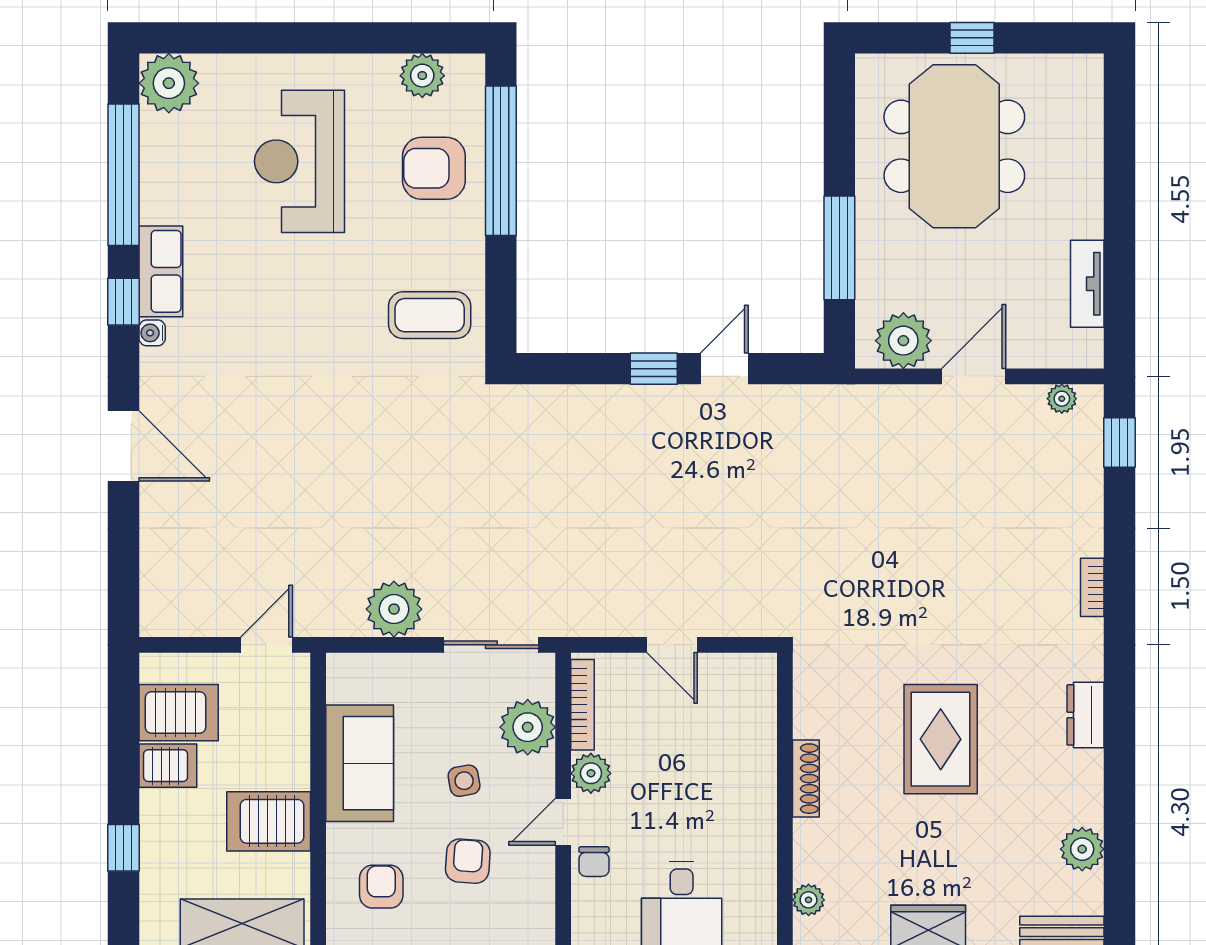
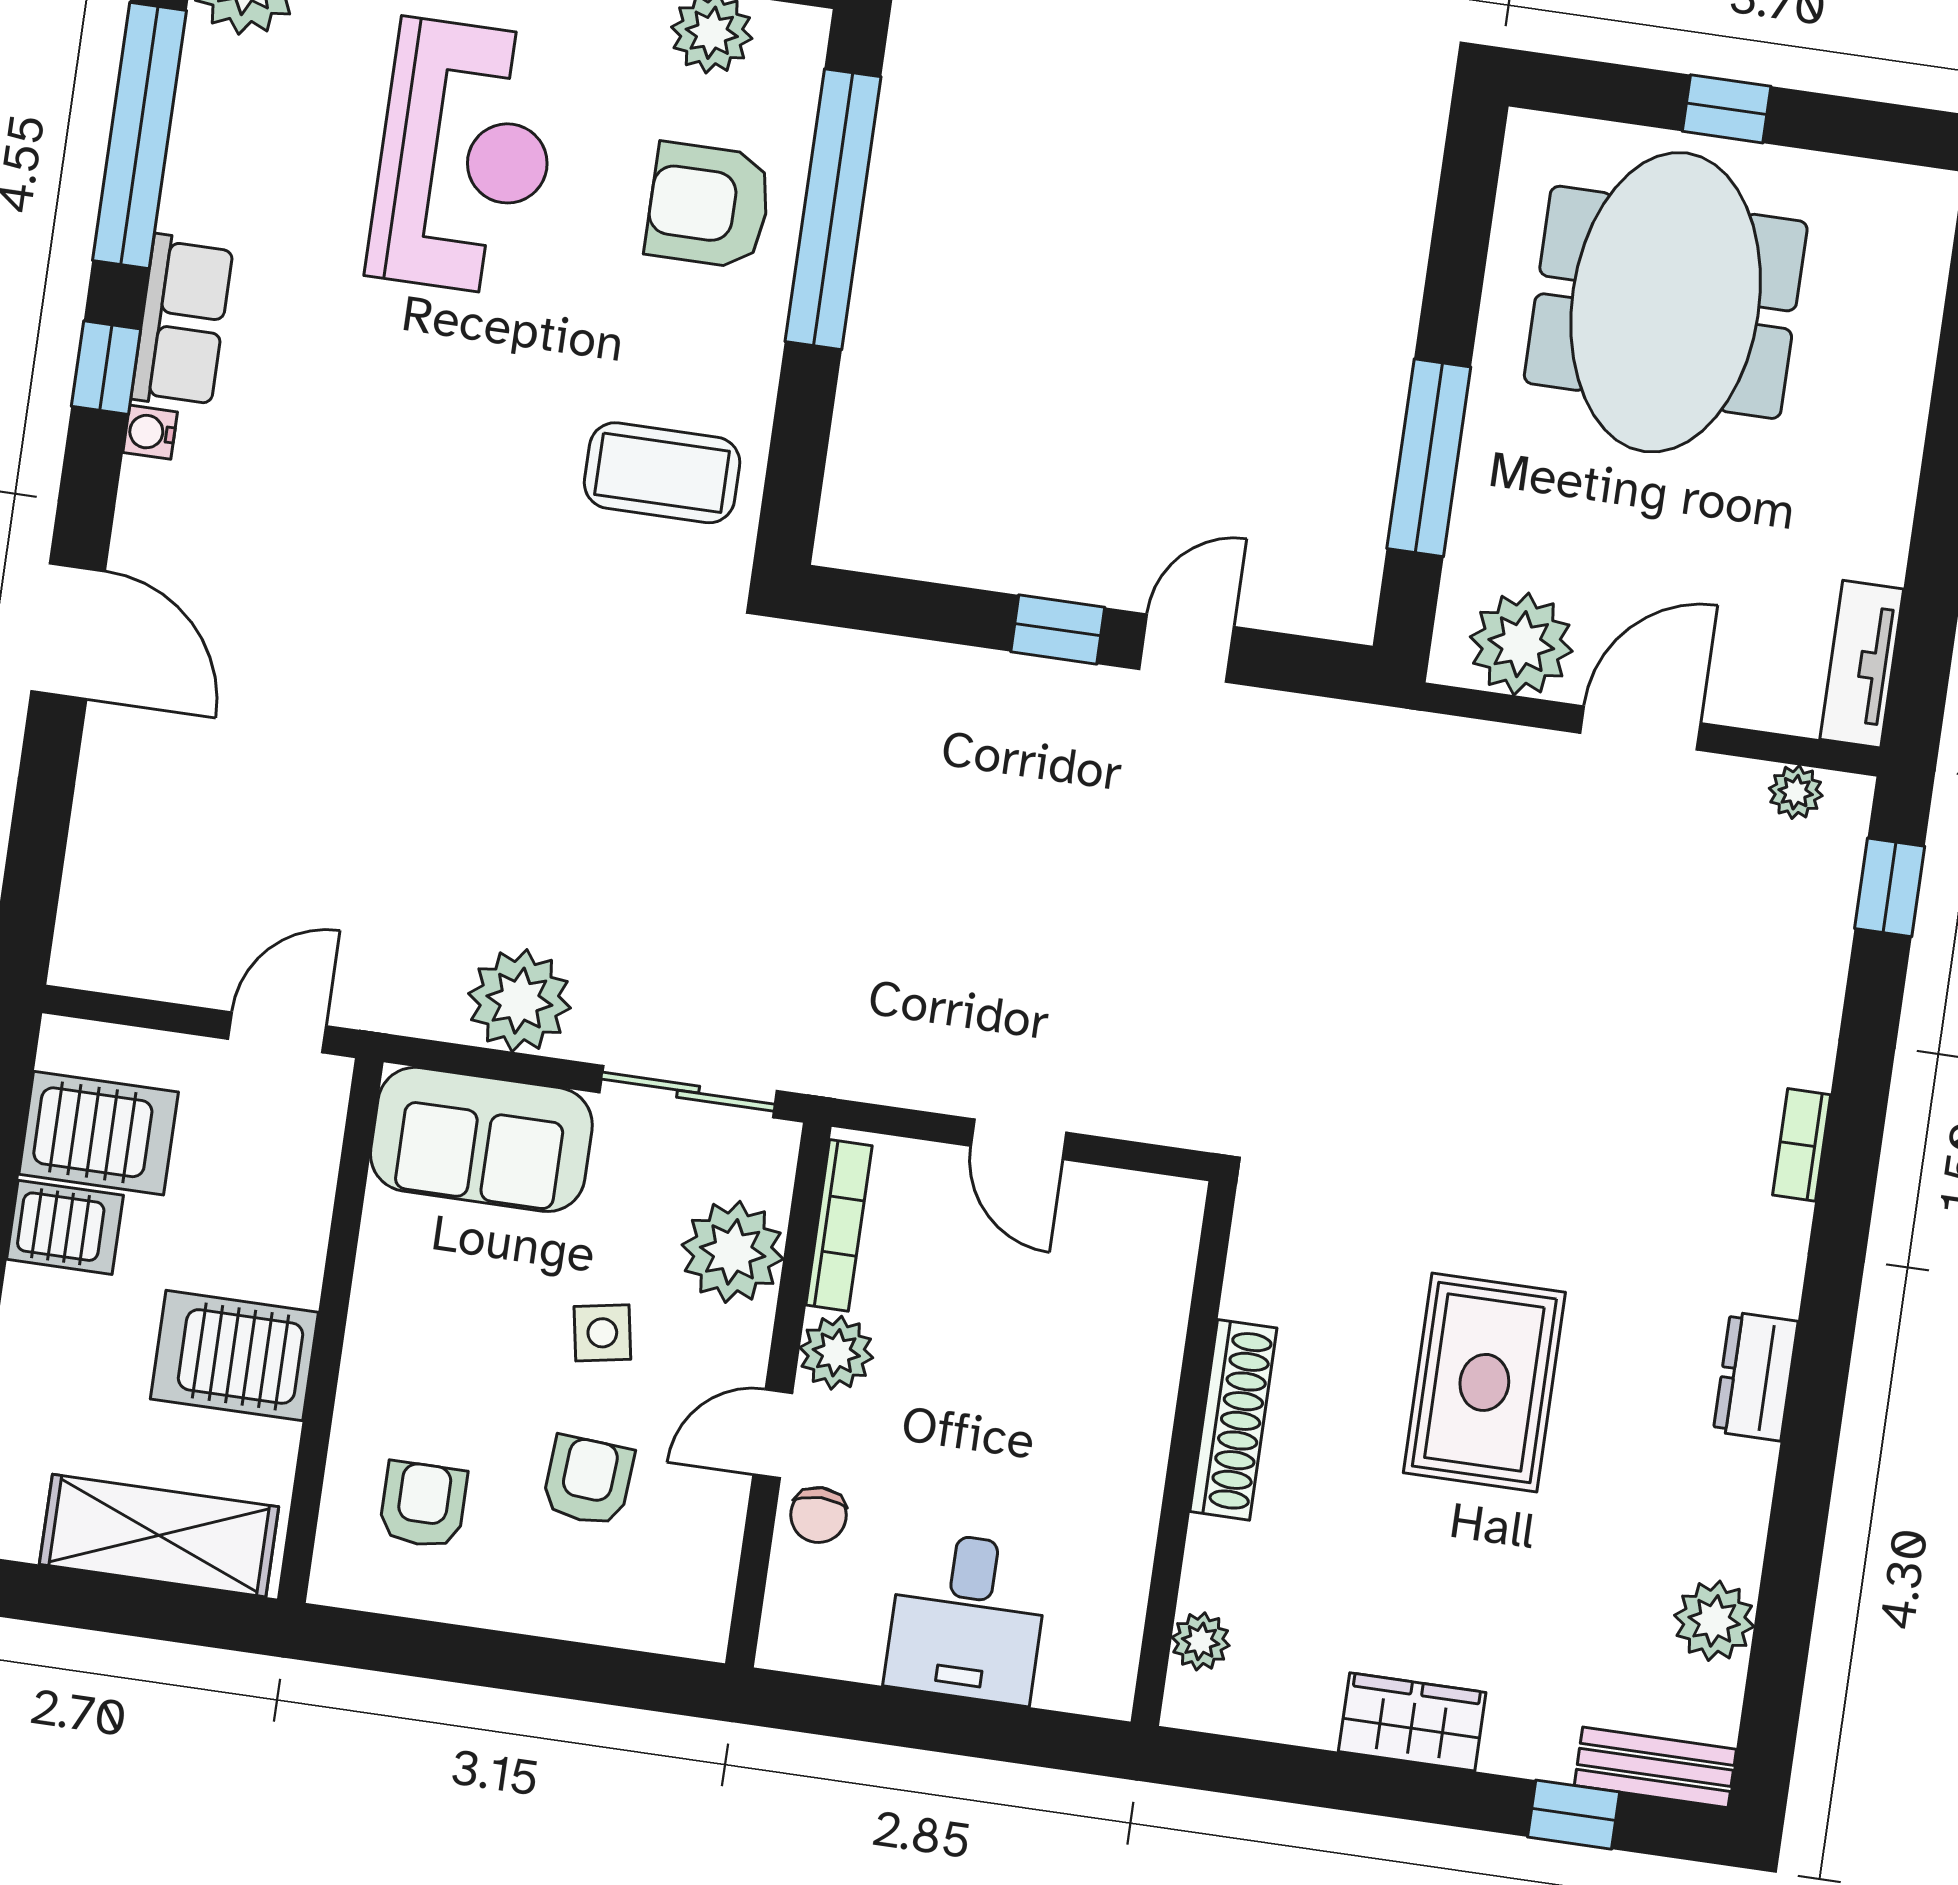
reception desk: (299, 161) -> (465, 157), turned 180
tv unit: (1087, 284) -> (1862, 664), moved
sofa: (360, 763) -> (481, 1139), moved, turned 90
shoe rack: (806, 779) -> (1233, 1420), width x1.36, depth x1.24

